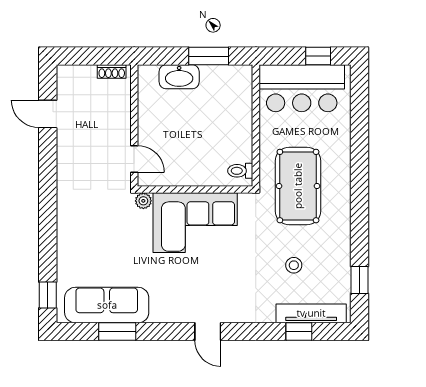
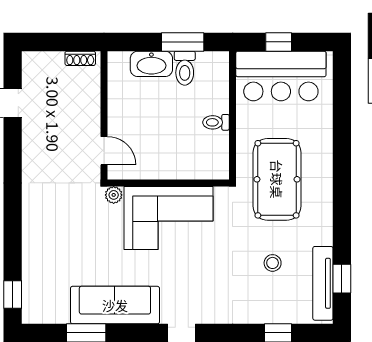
window: (318, 56) -> (279, 42), moved
toilet: (211, 81) -> (185, 68), added
toilet: (240, 171) -> (216, 122), moved
sofa: (107, 305) -> (115, 305), moved
tv unit: (311, 313) -> (323, 283), moved, turned -90

